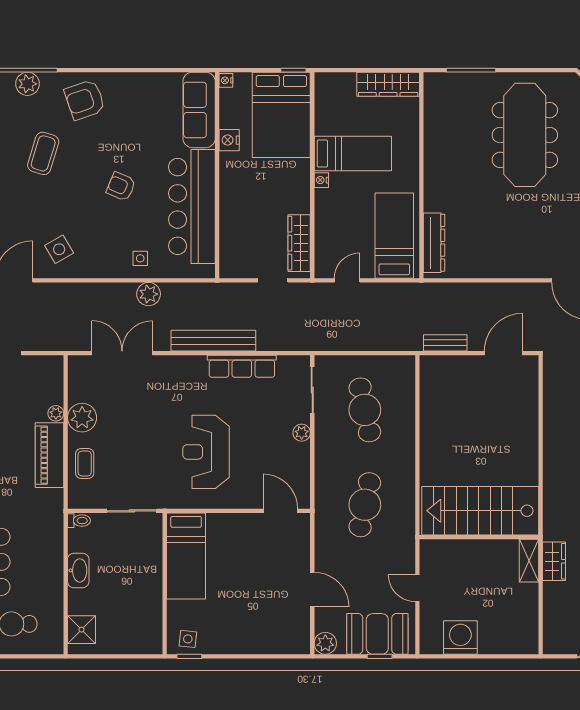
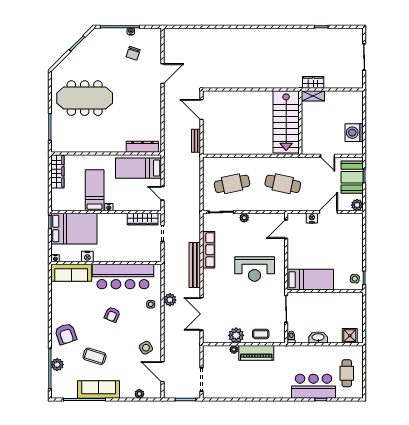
nightstand: (301, 559) -> (312, 218), added
door: (417, 588) -> (328, 156), hinge flipped

